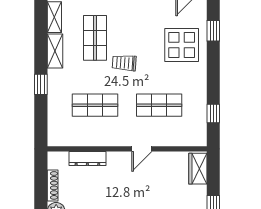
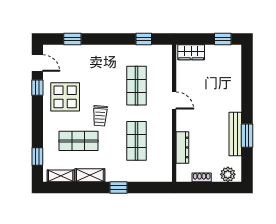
display table: (182, 45) -> (65, 97), moved
shoe rack: (53, 185) -> (202, 177), width x0.70

